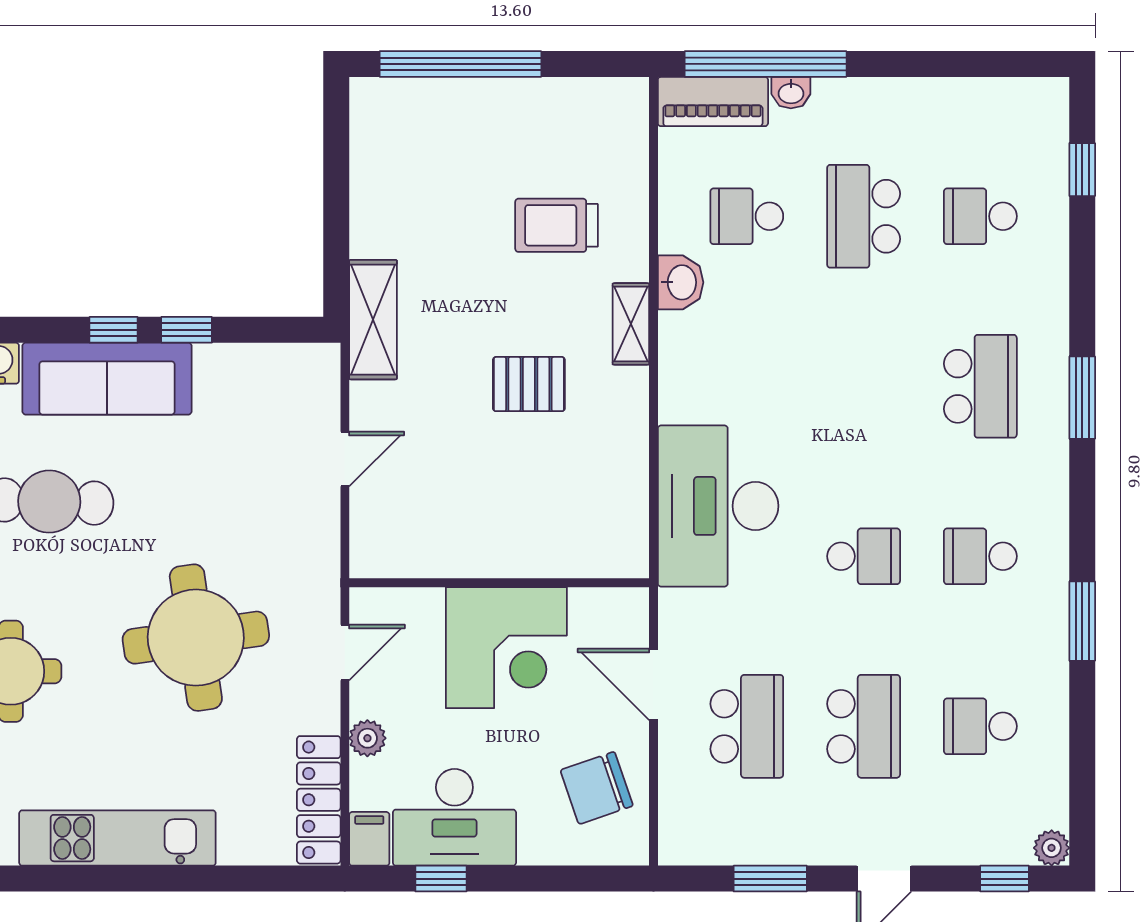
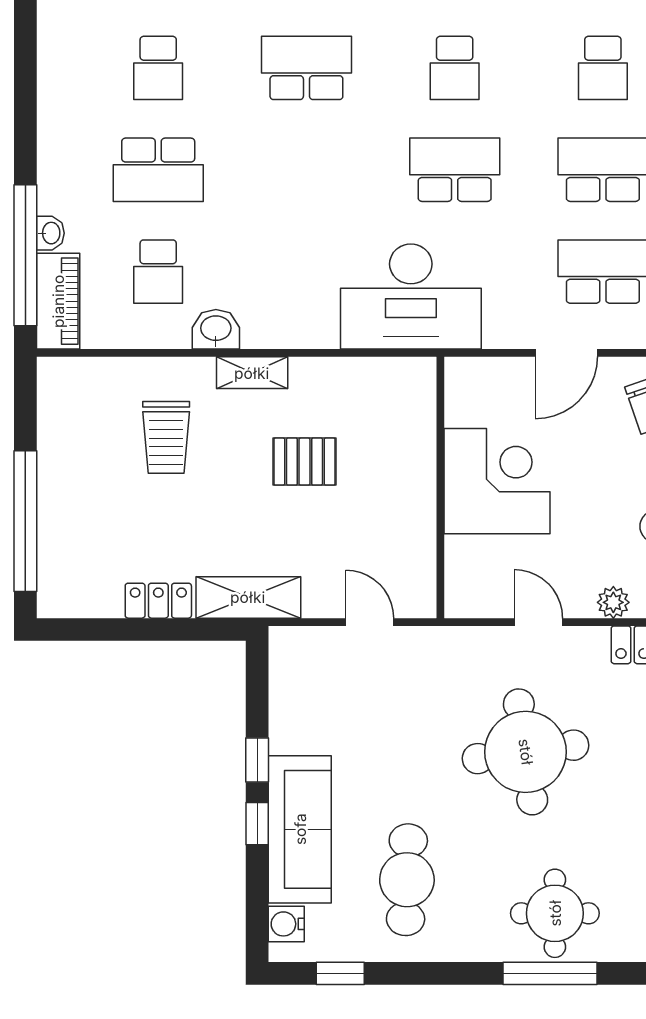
locker: (369, 216) -> (158, 601), added
pallet: (529, 384) -> (304, 462), turned 90
school desk: (864, 556) -> (455, 170), width x1.85
wall: (499, 583) -> (440, 487), moved
corner desk: (506, 648) -> (497, 481), moved

